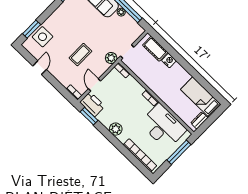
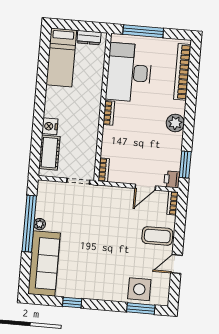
coffee table: (80, 55) -> (157, 236), moved
plant: (111, 58) -> (100, 193), removed
printer: (92, 104) -> (172, 179), width x0.53, depth x0.68

